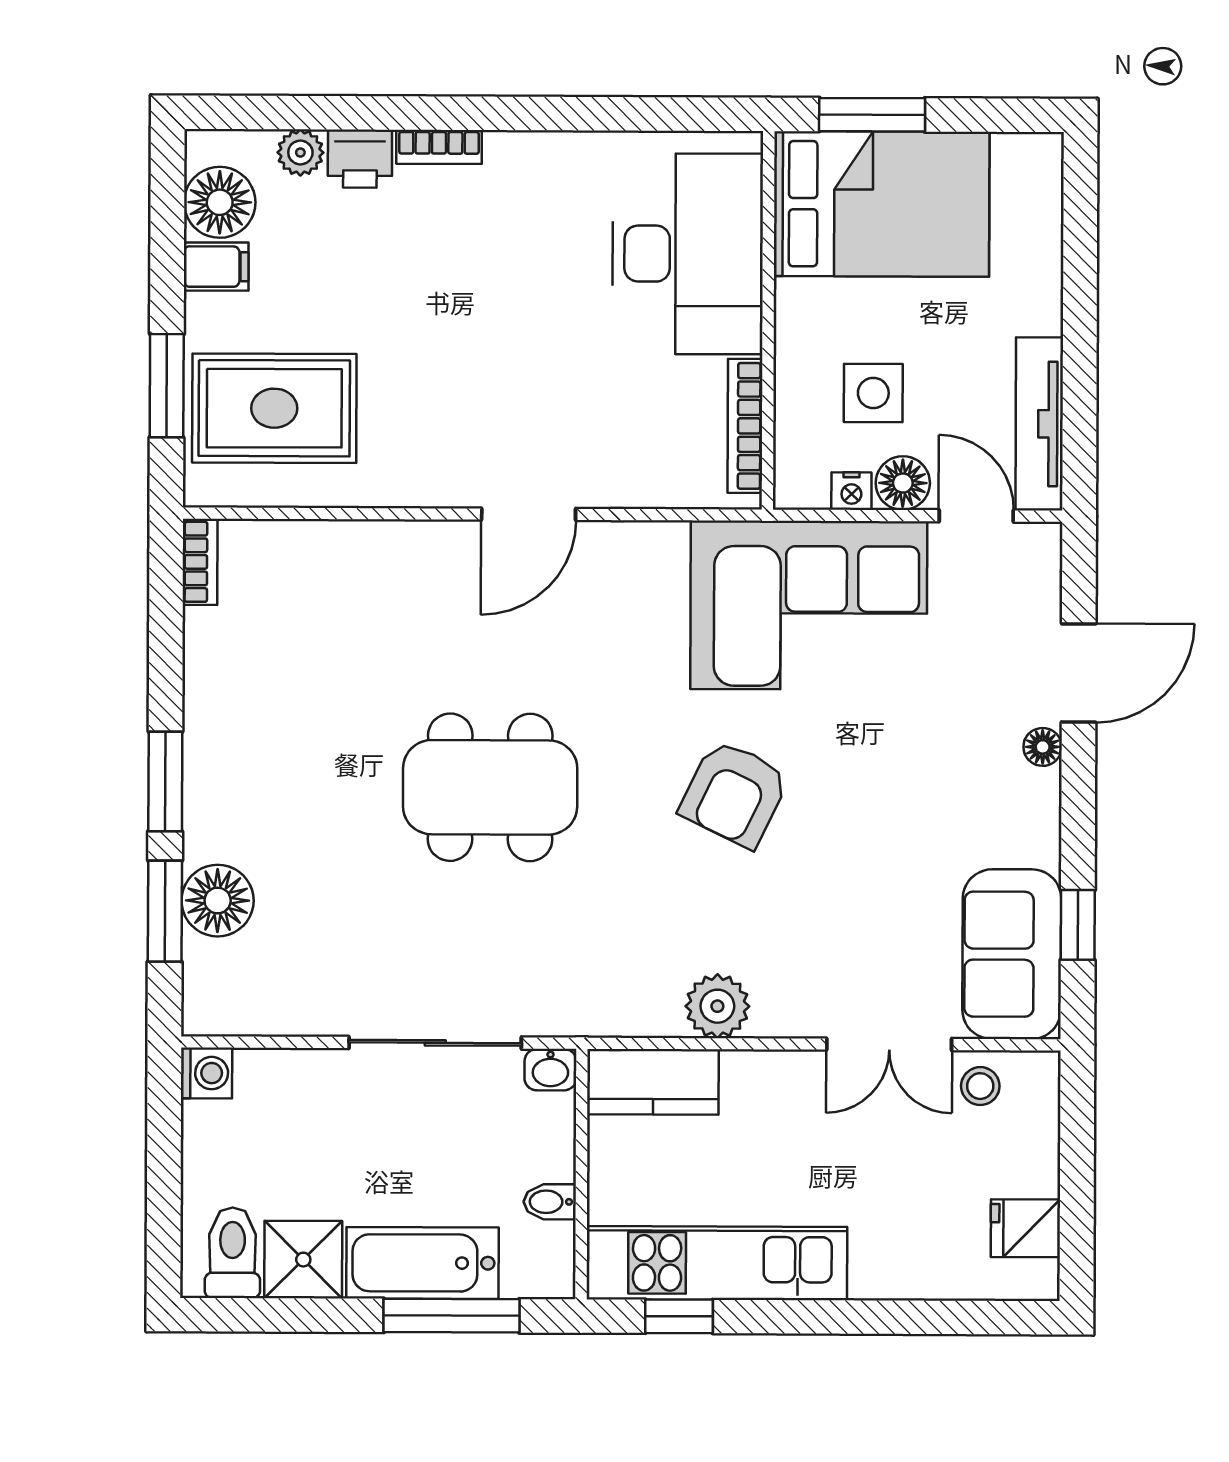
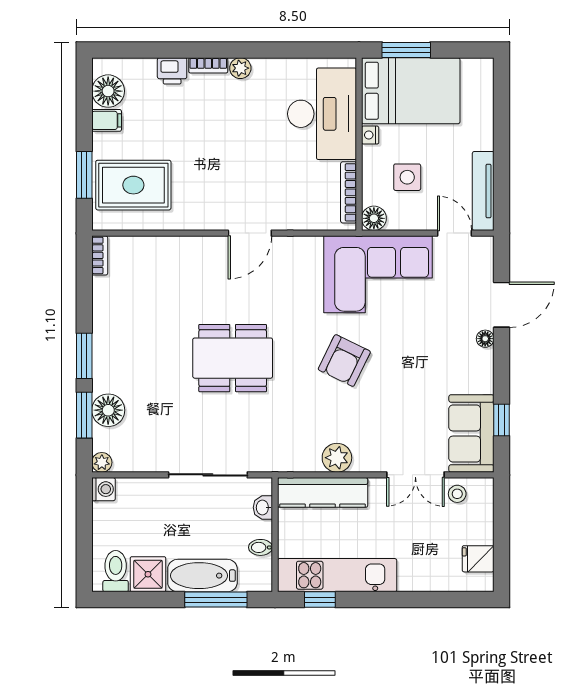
plant: (300, 152) -> (240, 68), moved
floor lamp: (903, 483) -> (374, 218), moved
nightstand: (851, 491) -> (370, 135), moved, turned 90
plant: (203, 1015) -> (102, 462), added
washbasin: (550, 1070) -> (263, 507), moved, turned 90
kitchen counter: (653, 1082) -> (323, 492), width x1.50

